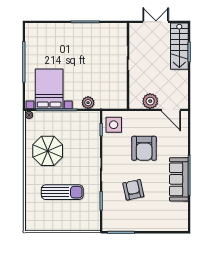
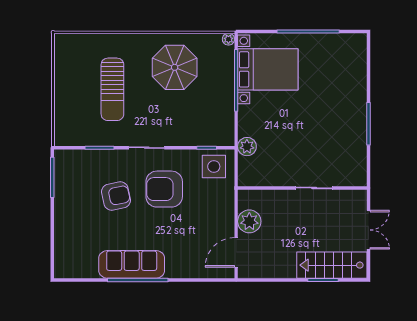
plant: (88, 103) -> (247, 147), moved
armchair: (144, 148) -> (164, 189), moved

